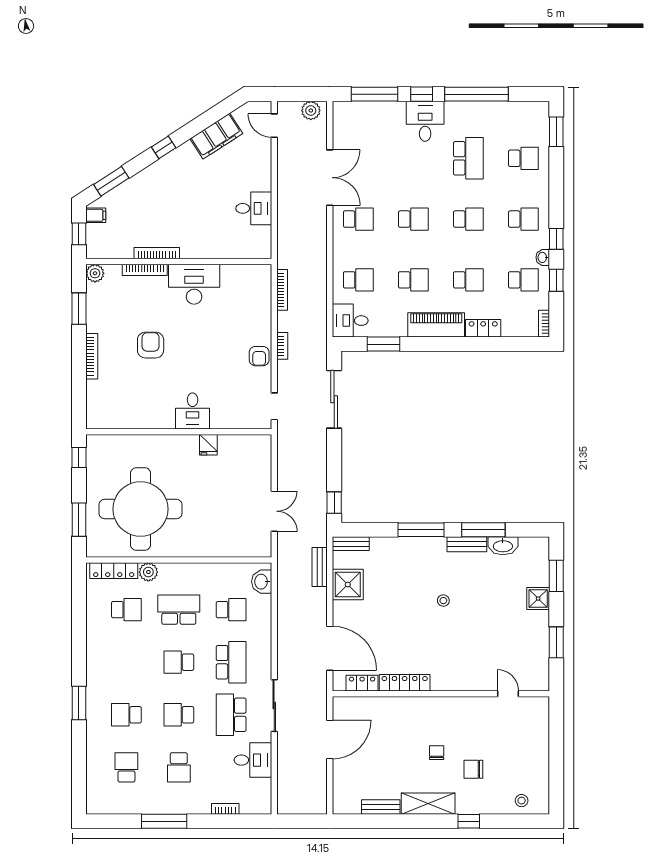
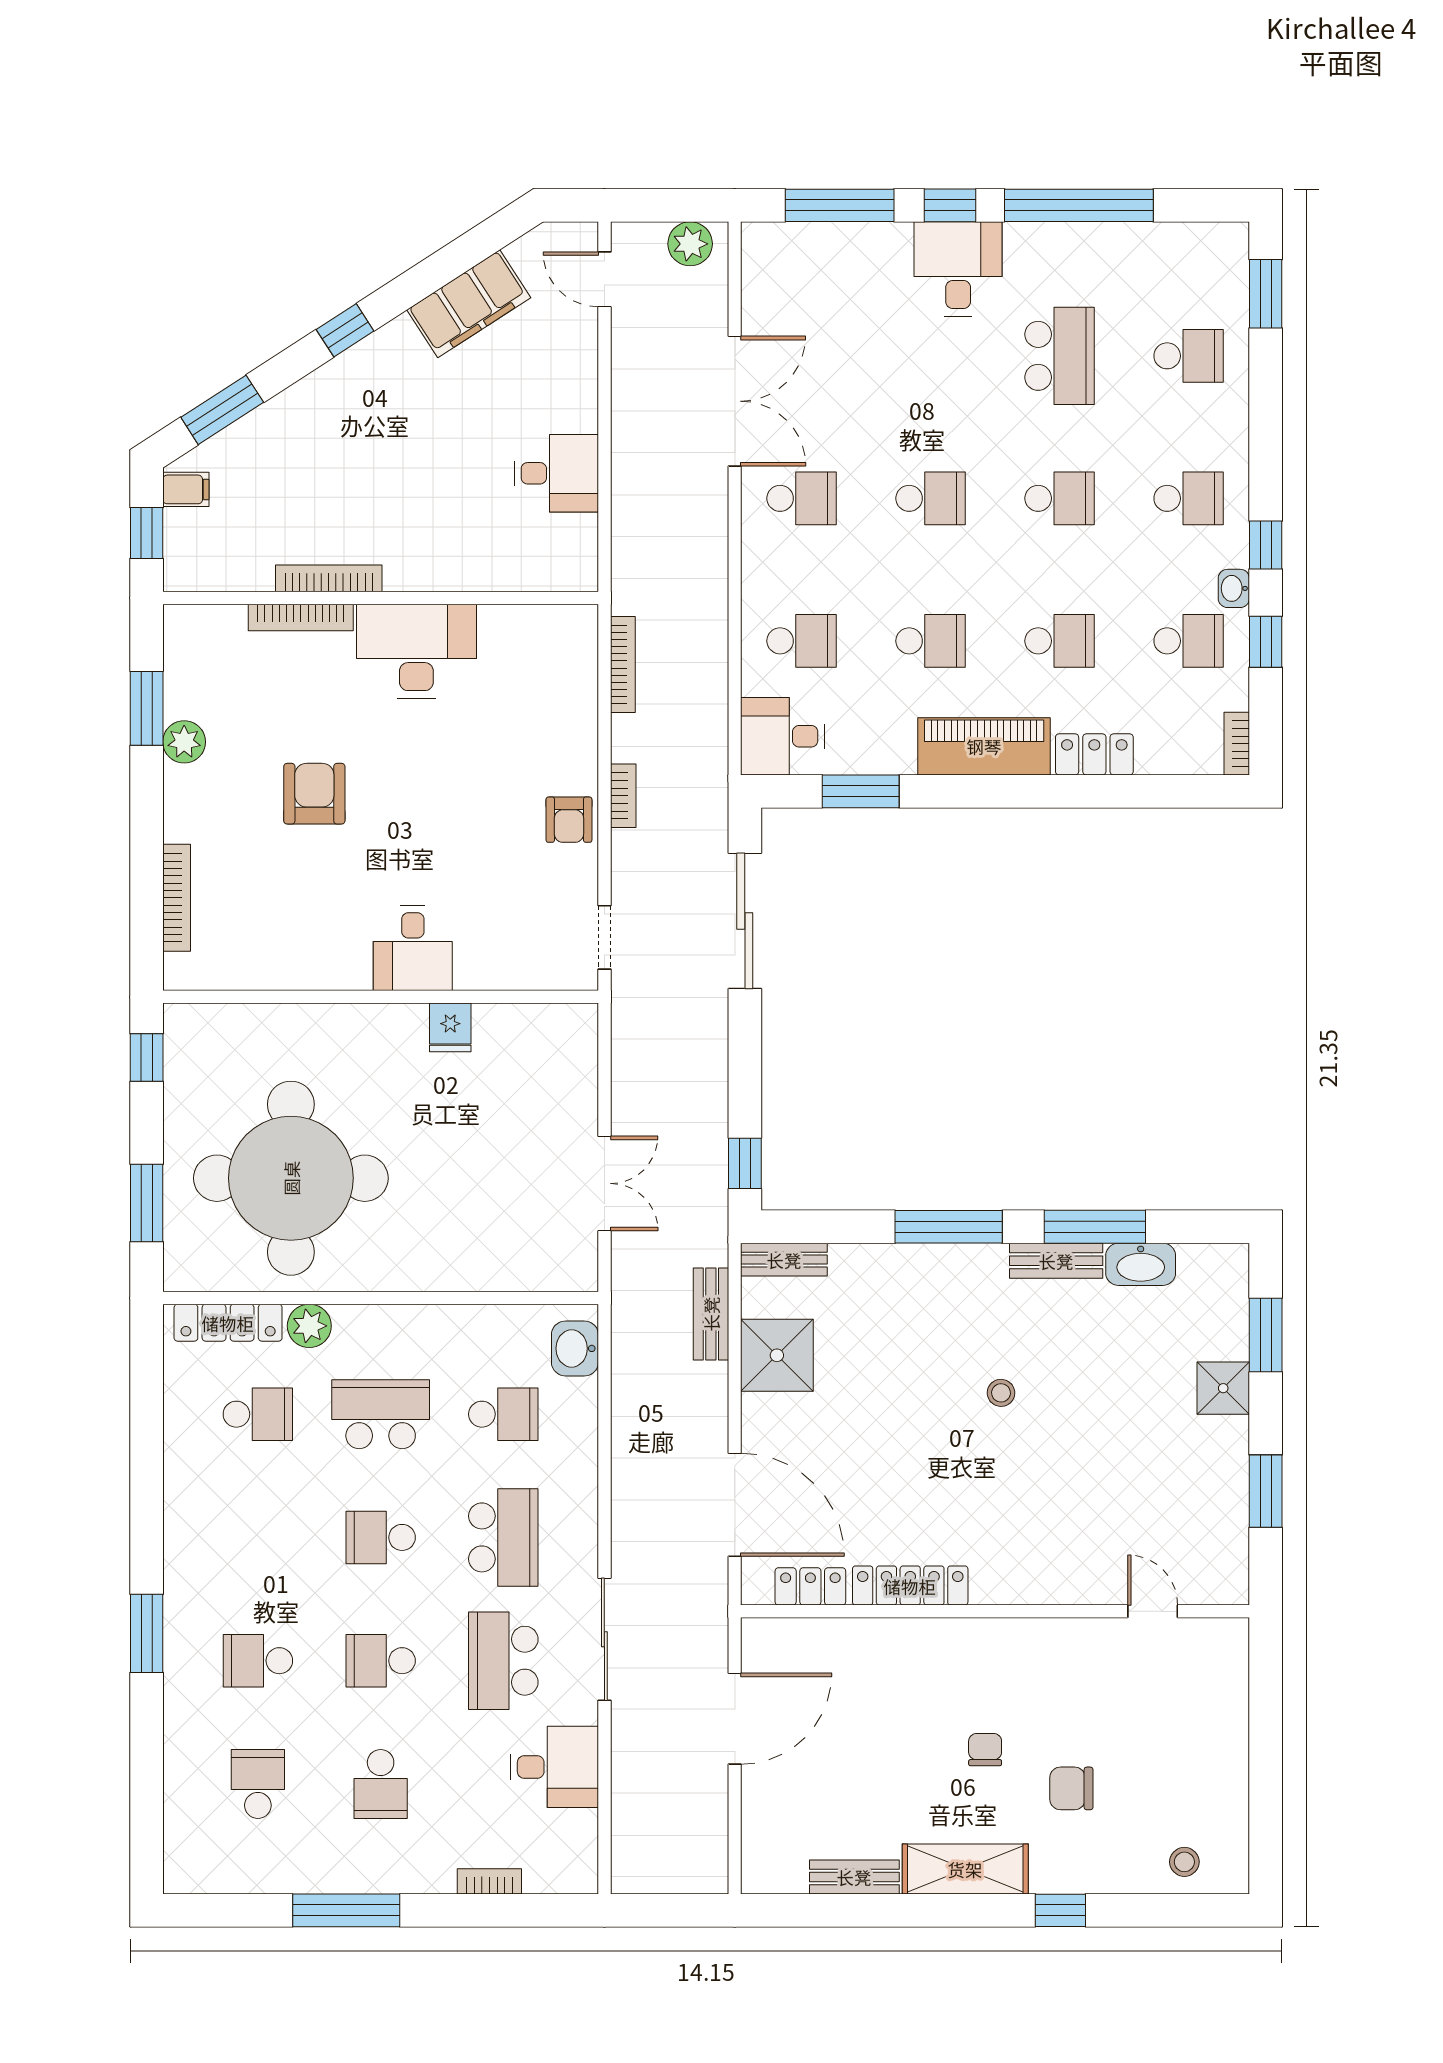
plant: (95, 273) -> (184, 742), moved
bookcase: (92, 356) -> (177, 898), moved

